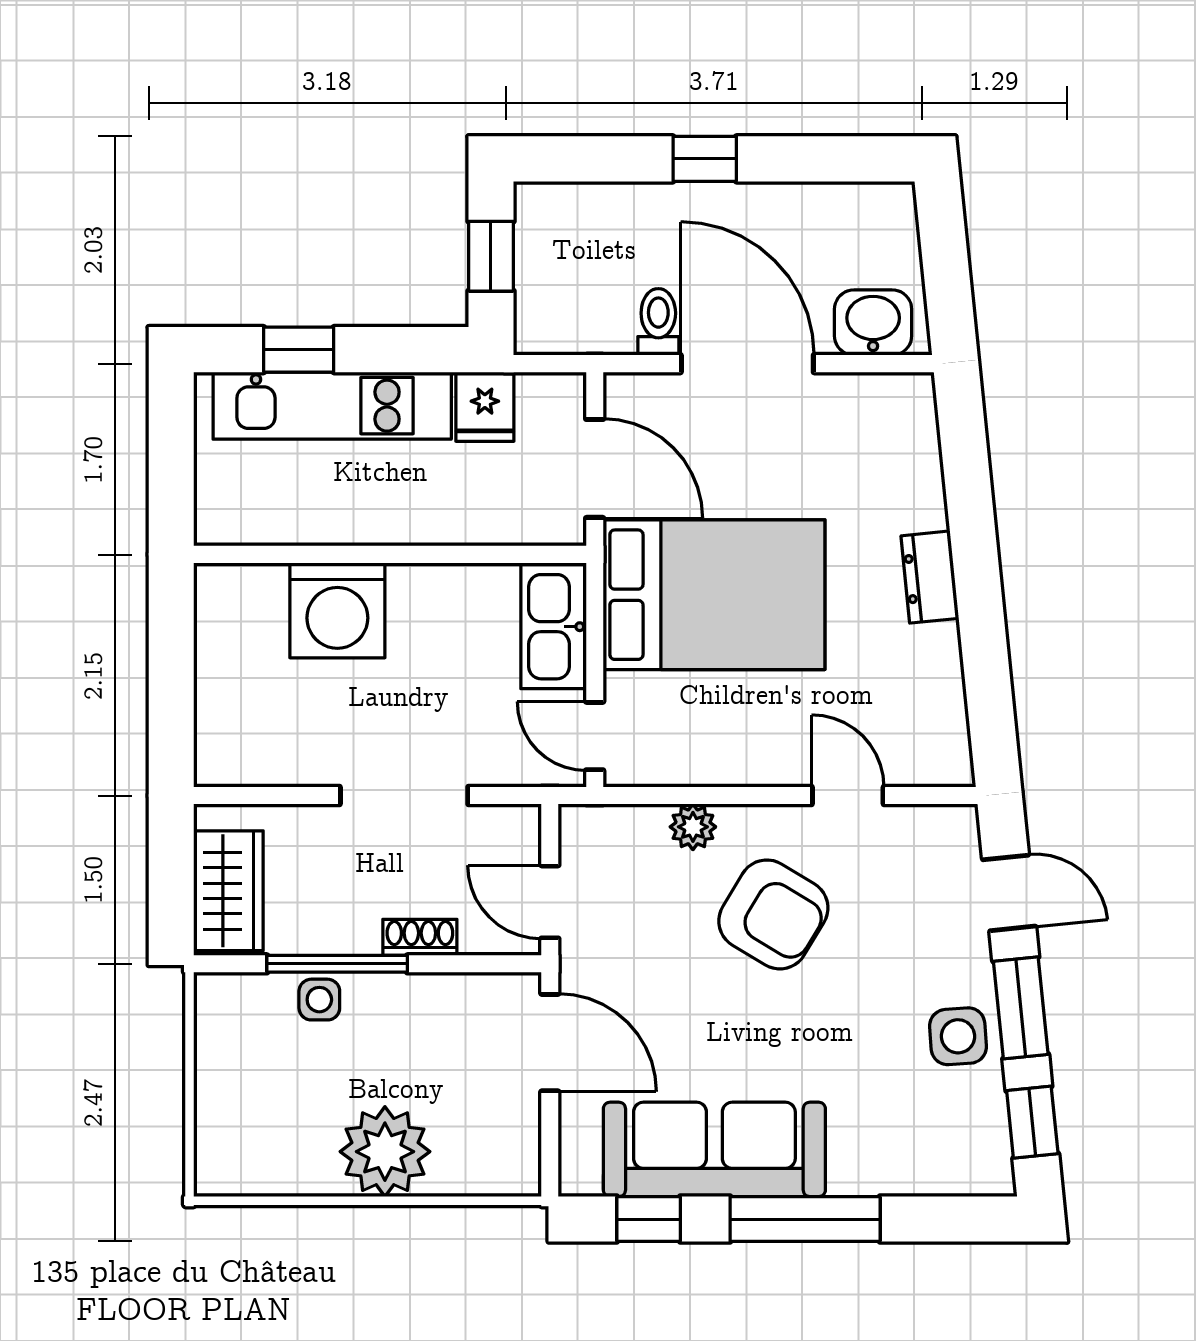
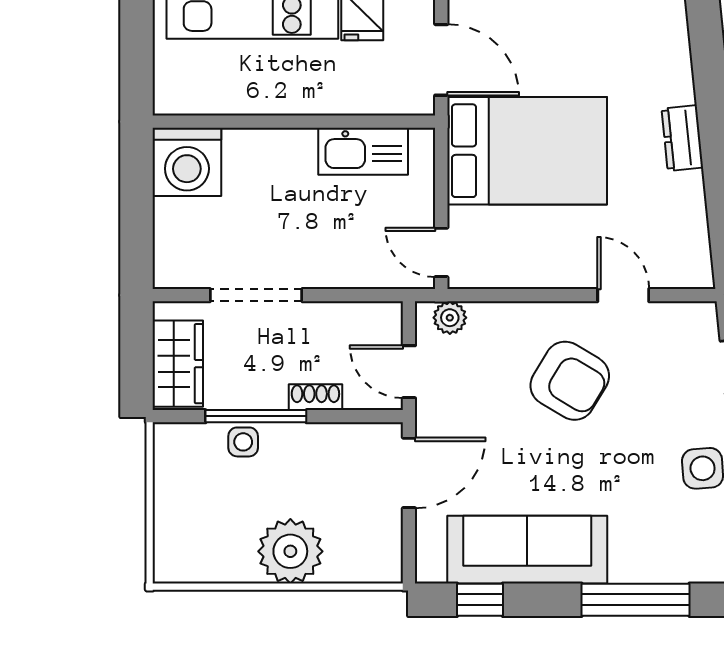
washing machine: (337, 610) -> (187, 162), moved
kitchen sink: (554, 627) -> (363, 151), moved, turned -90
doorway: (404, 796) -> (256, 295), moved
plant: (693, 827) -> (450, 318), moved
door: (550, 1043) -> (409, 473), hinge flipped
window: (805, 1219) -> (636, 600), moved

